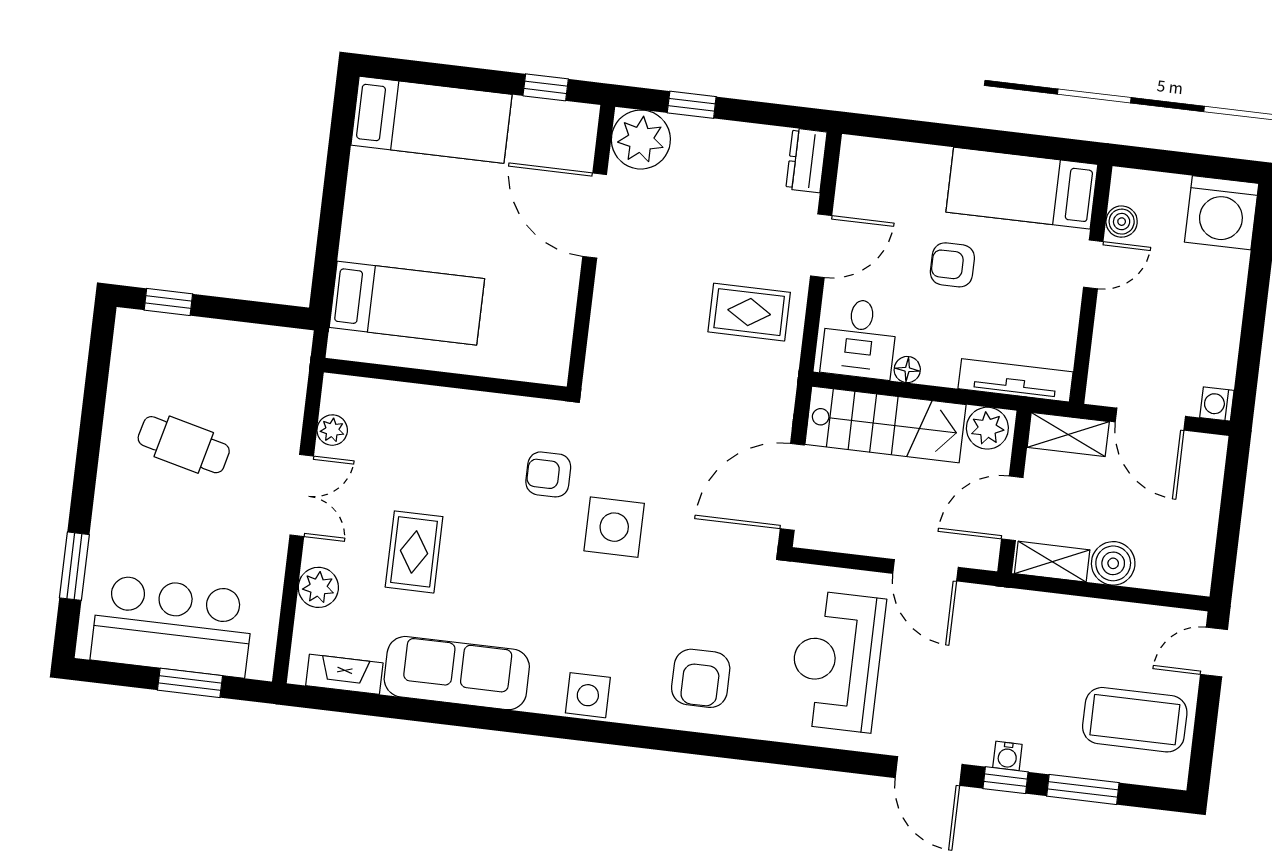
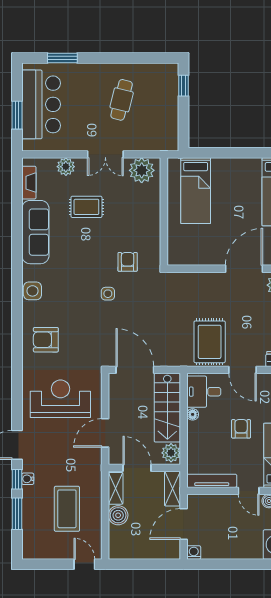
rug: (749, 312) -> (210, 342), width x1.36, depth x1.43
tv unit: (1016, 380) -> (212, 481), moved, turned -90
plant: (332, 430) -> (142, 170), width x1.88, depth x1.88
side table: (614, 527) -> (108, 294), width x0.54, depth x0.54
coffee table: (1135, 720) -> (67, 509), moved

